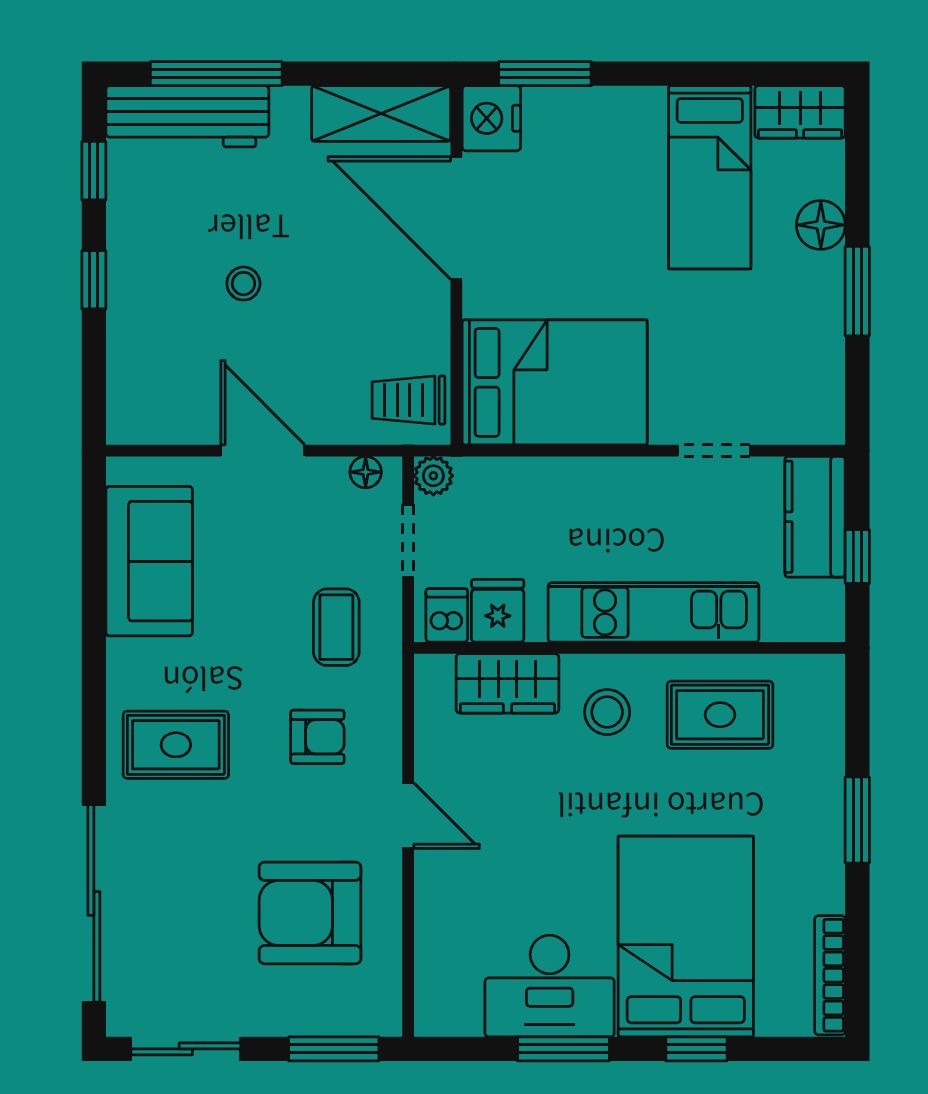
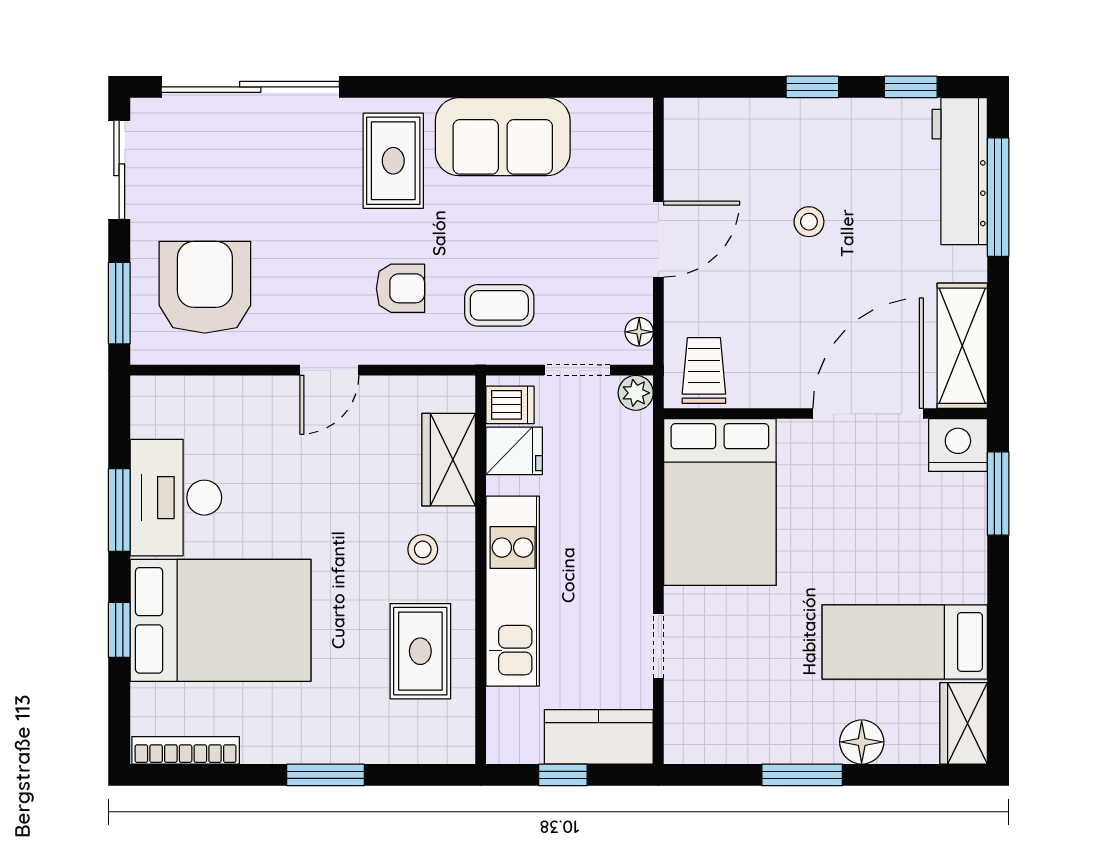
sofa: (149, 561) -> (503, 137), moved
stool: (607, 712) -> (423, 549), width x0.73, depth x0.73
armchair: (317, 737) -> (400, 288), turned -90
armchair: (310, 913) -> (205, 287), moved

